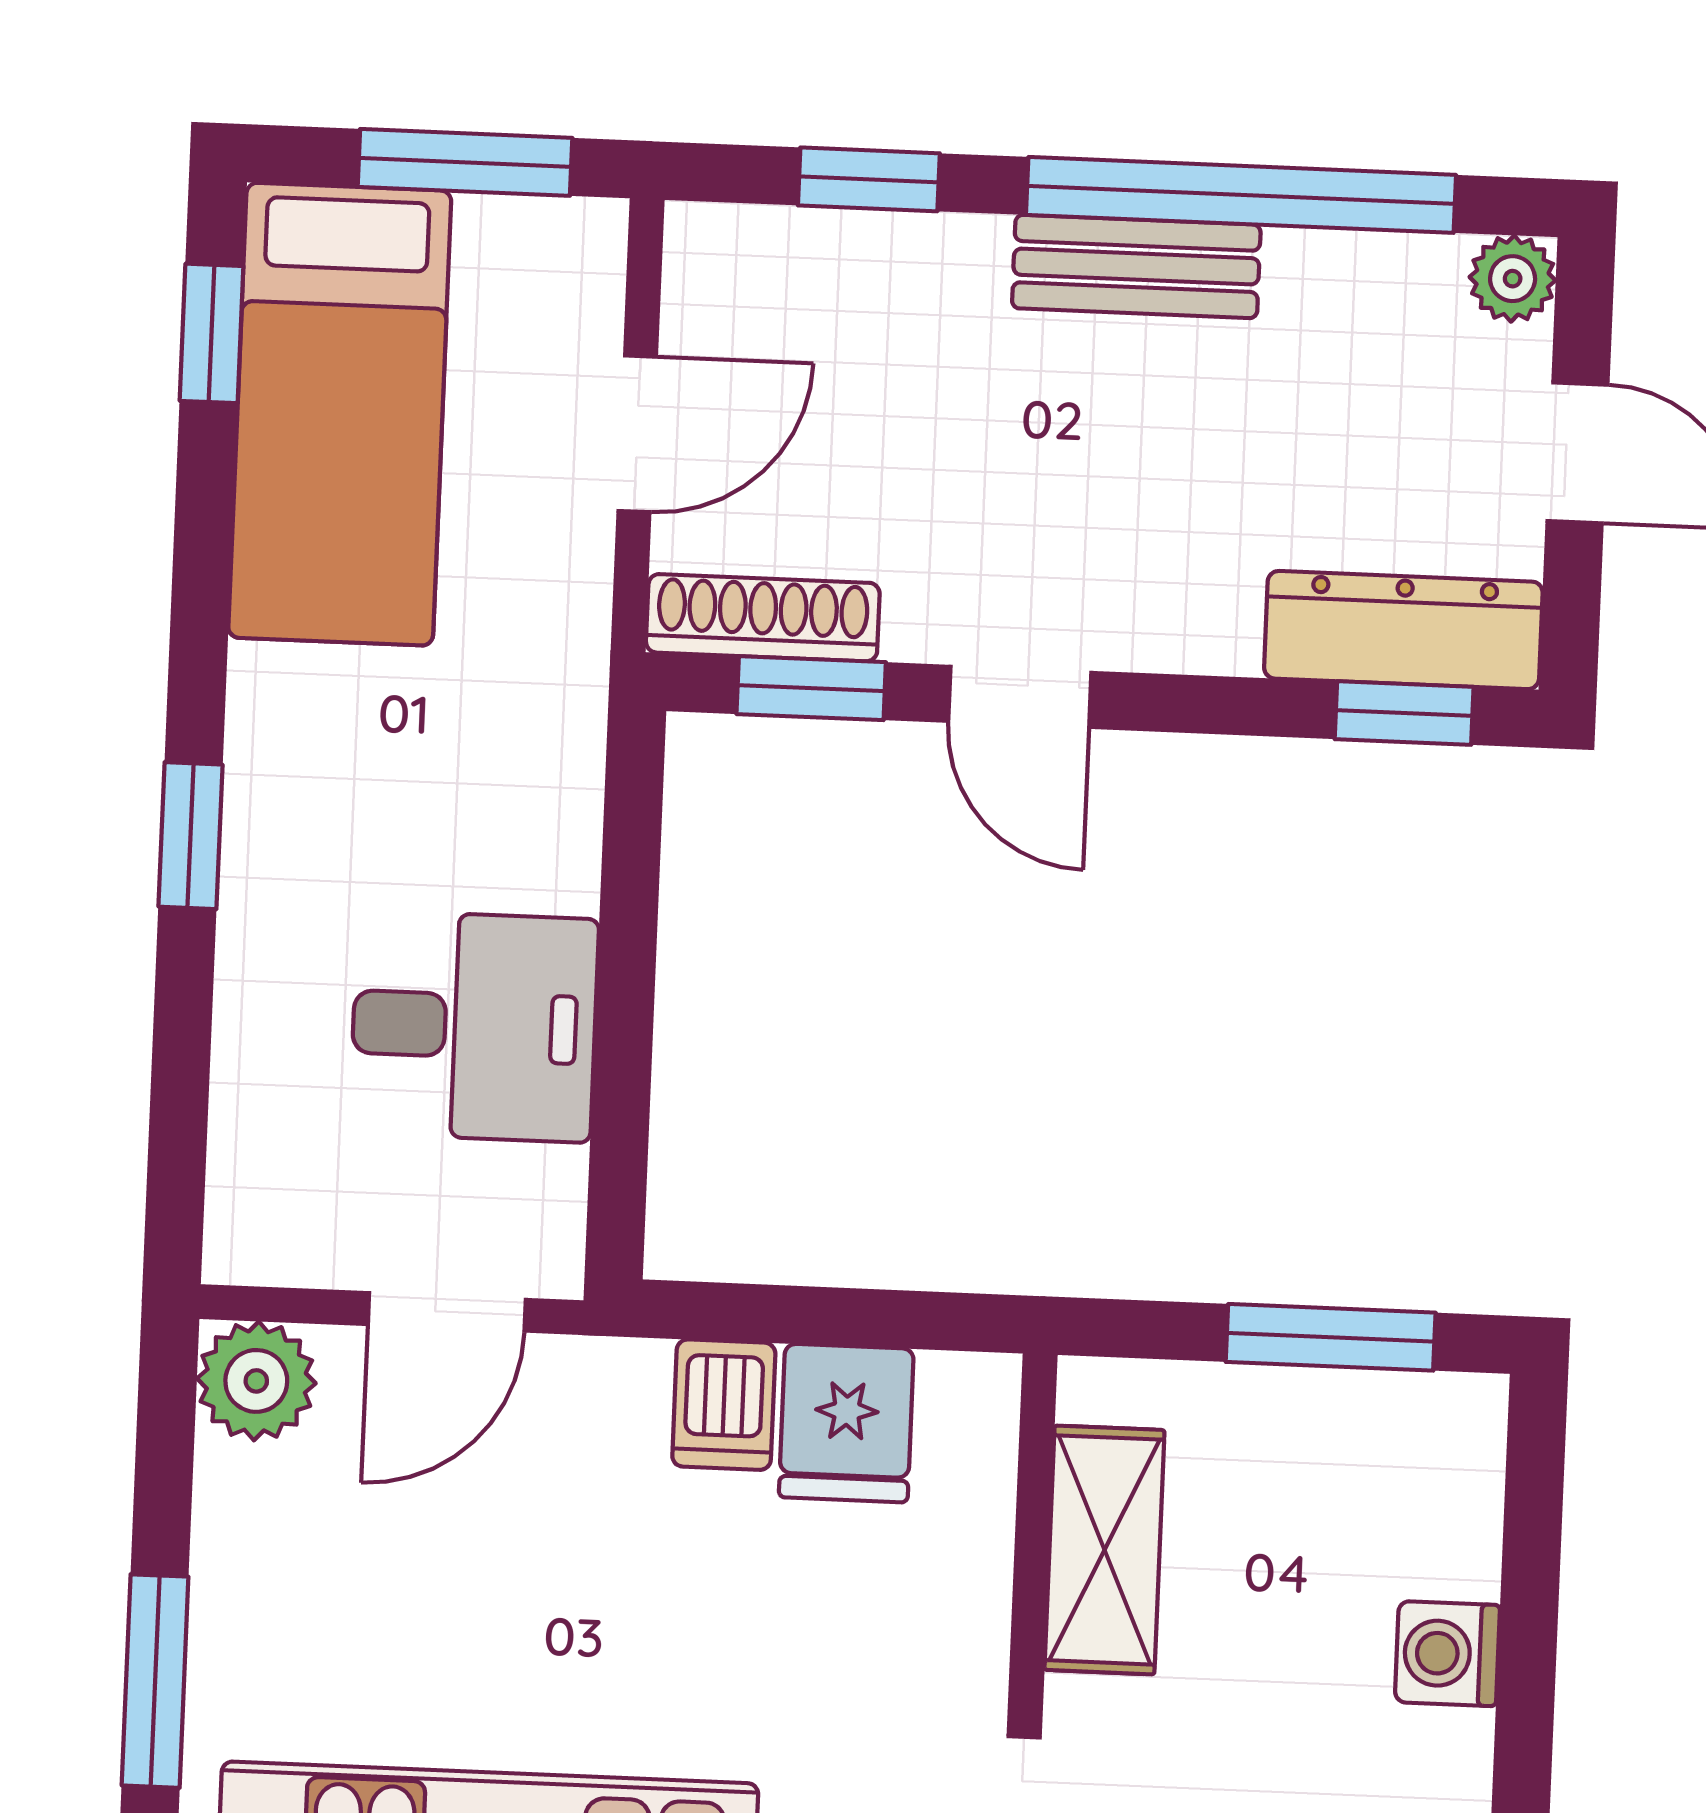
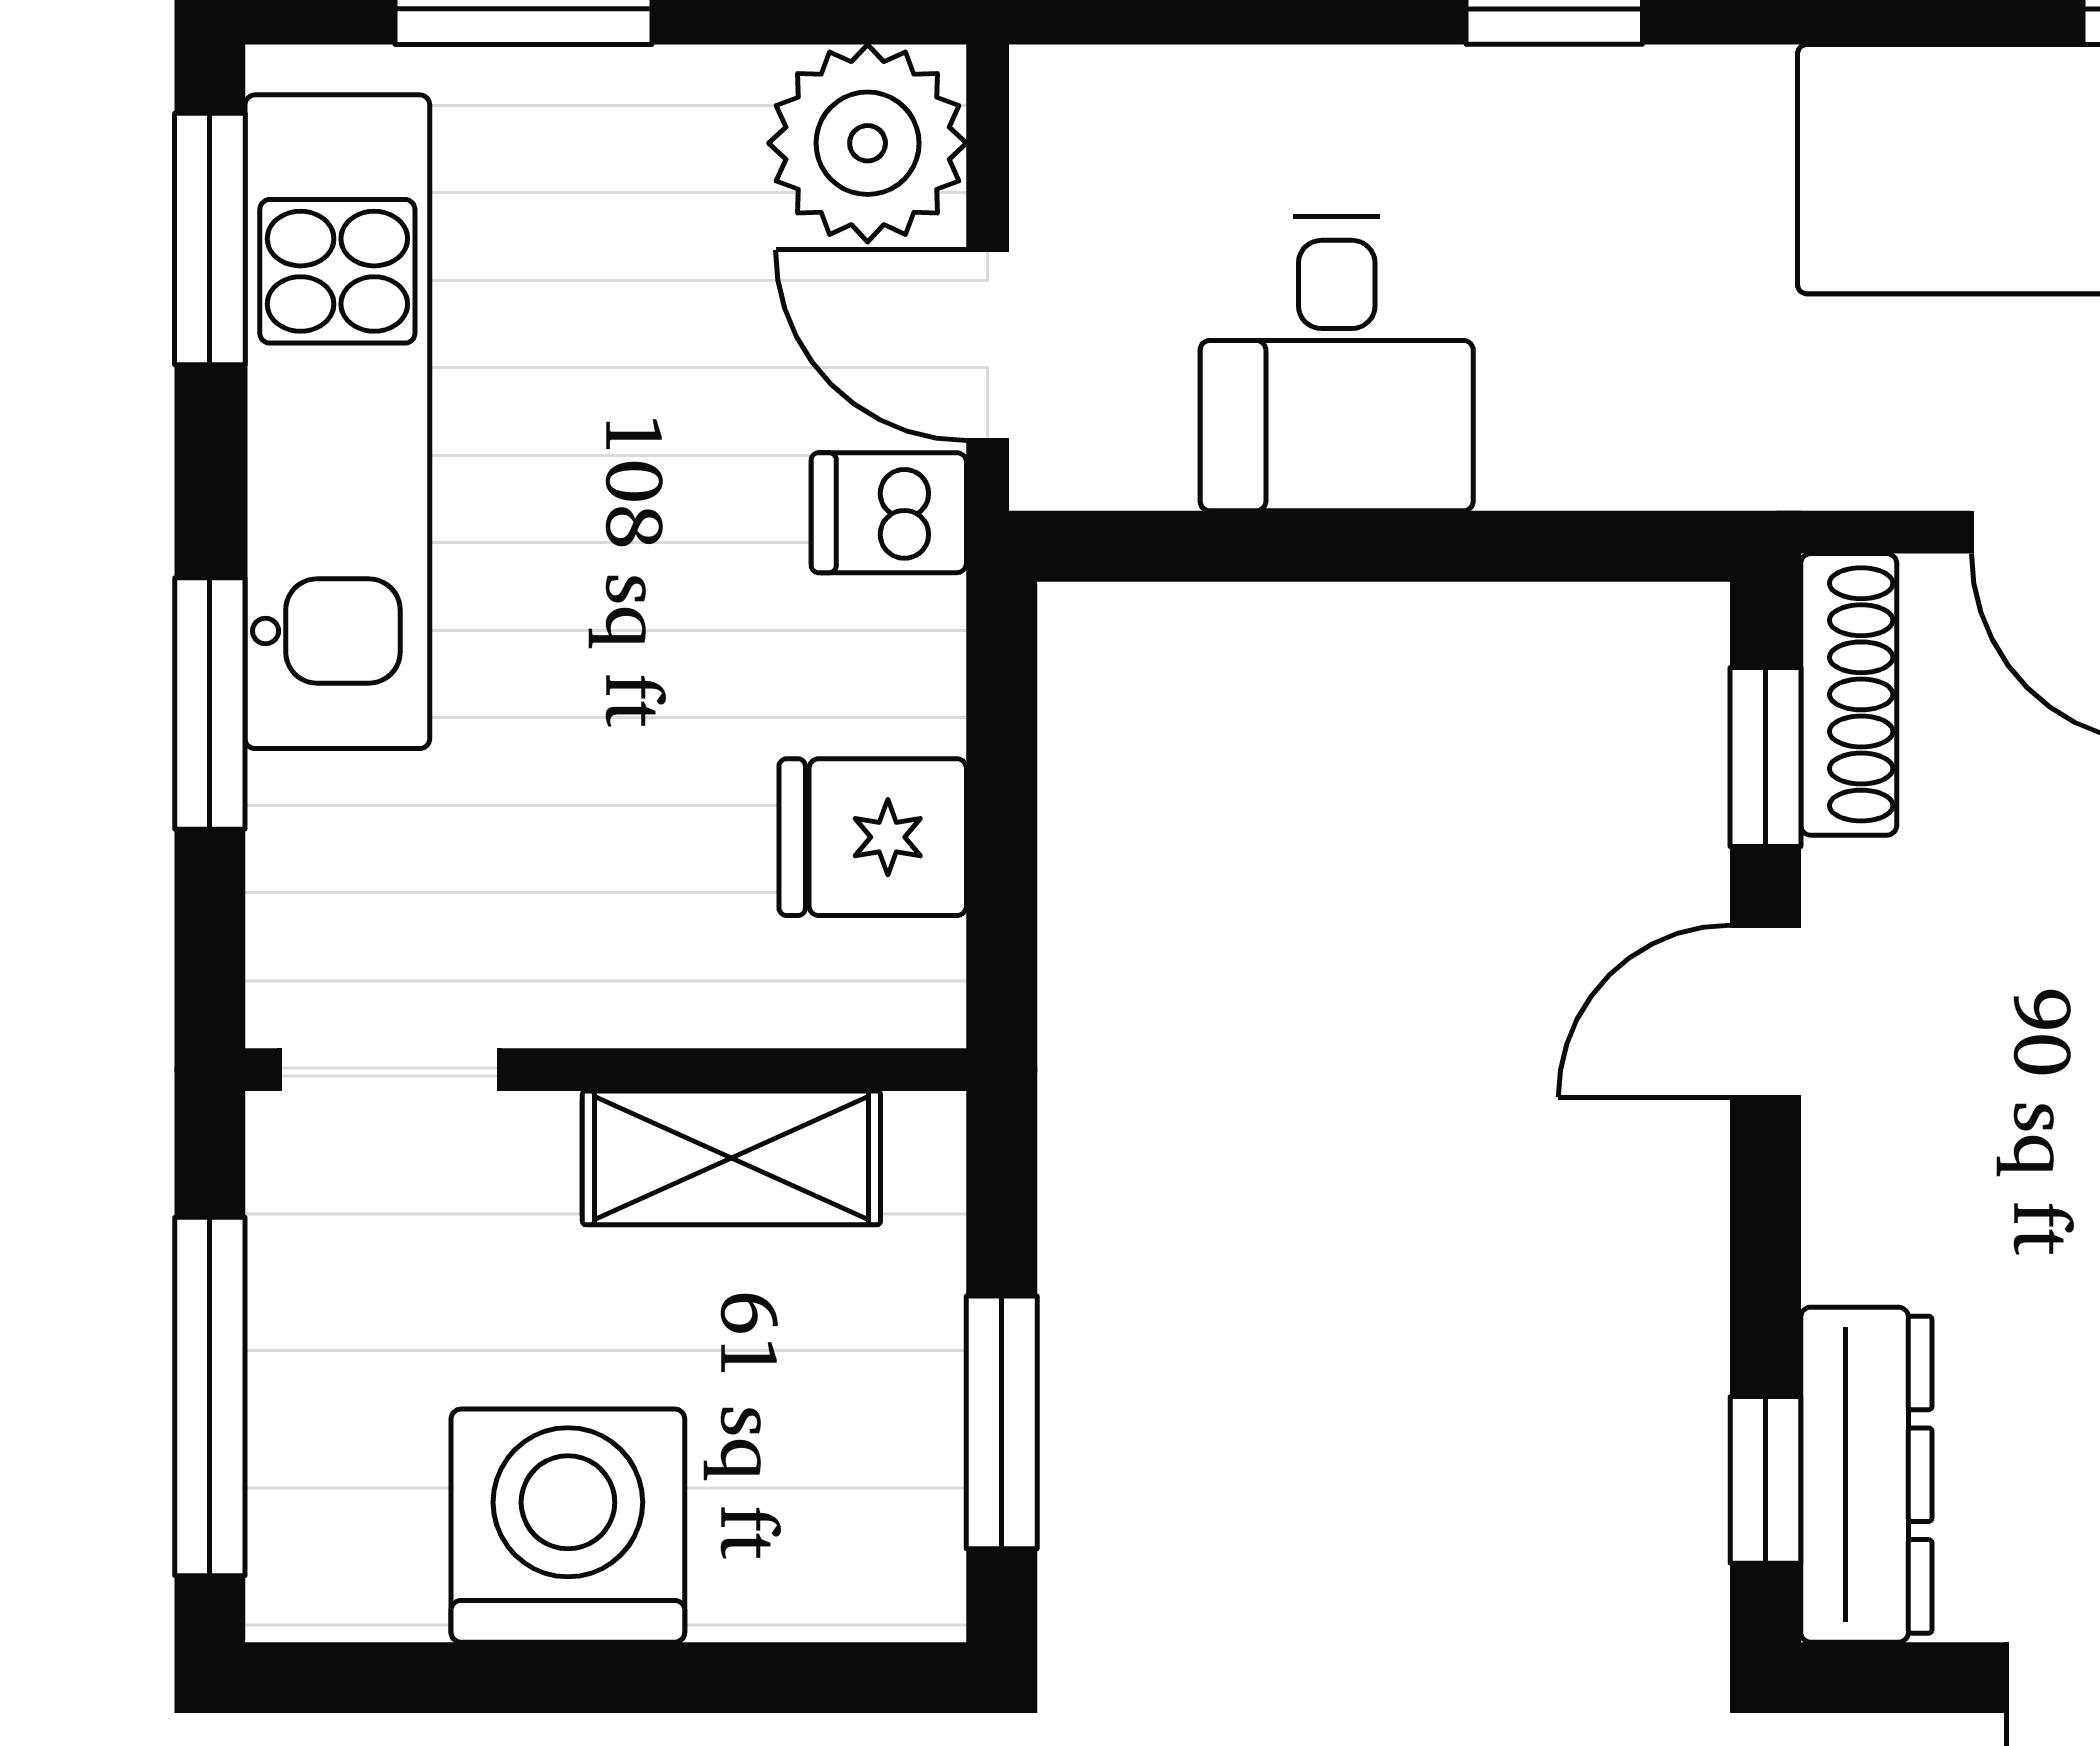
plant: (256, 1381) -> (868, 143), width x1.36, depth x1.36
dishwasher: (724, 1405) -> (889, 513), moved
washing machine: (1447, 1654) -> (568, 1526), width x1.89, depth x1.89

